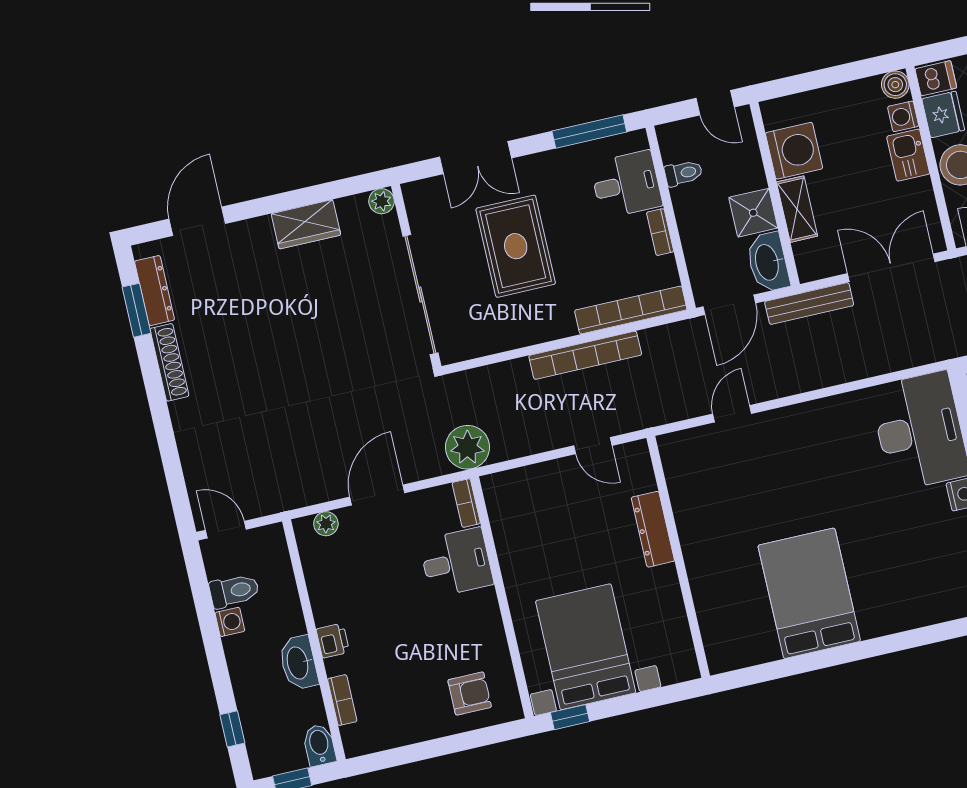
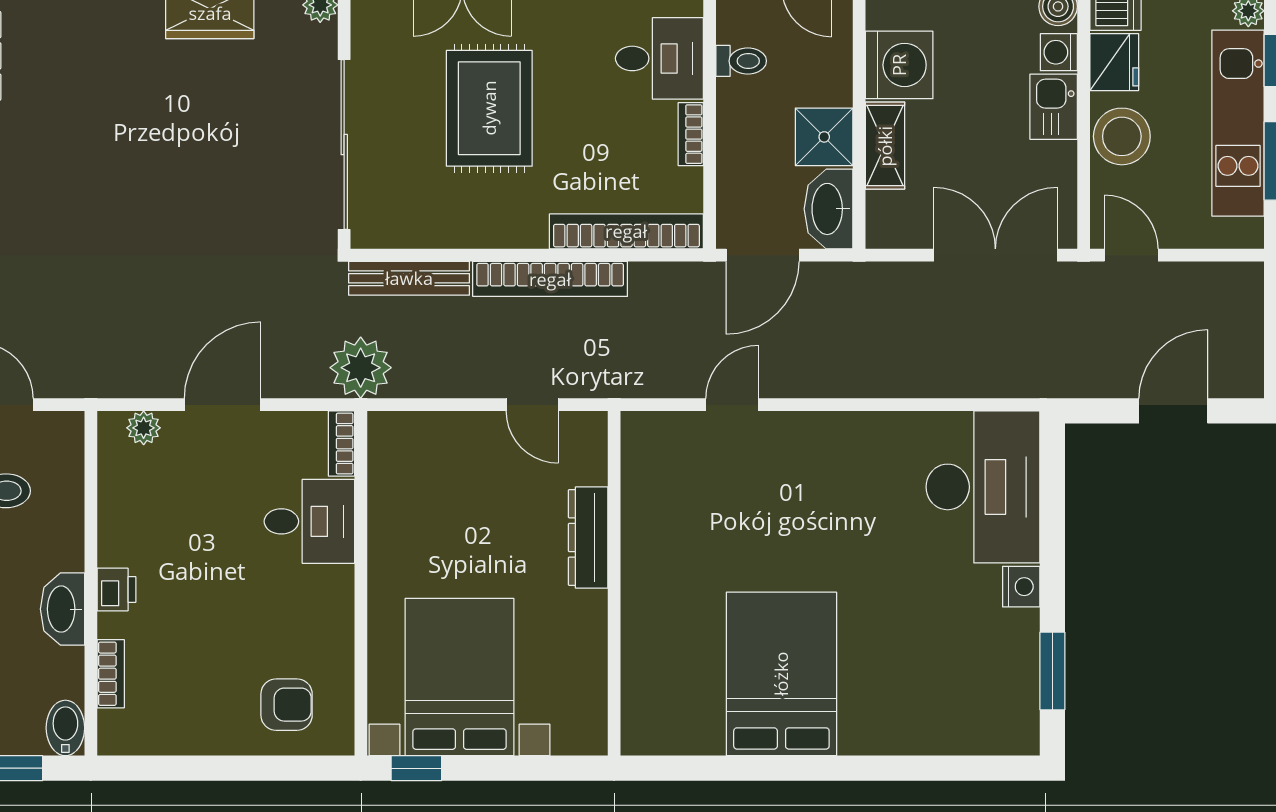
bench: (809, 303) -> (409, 278), moved

